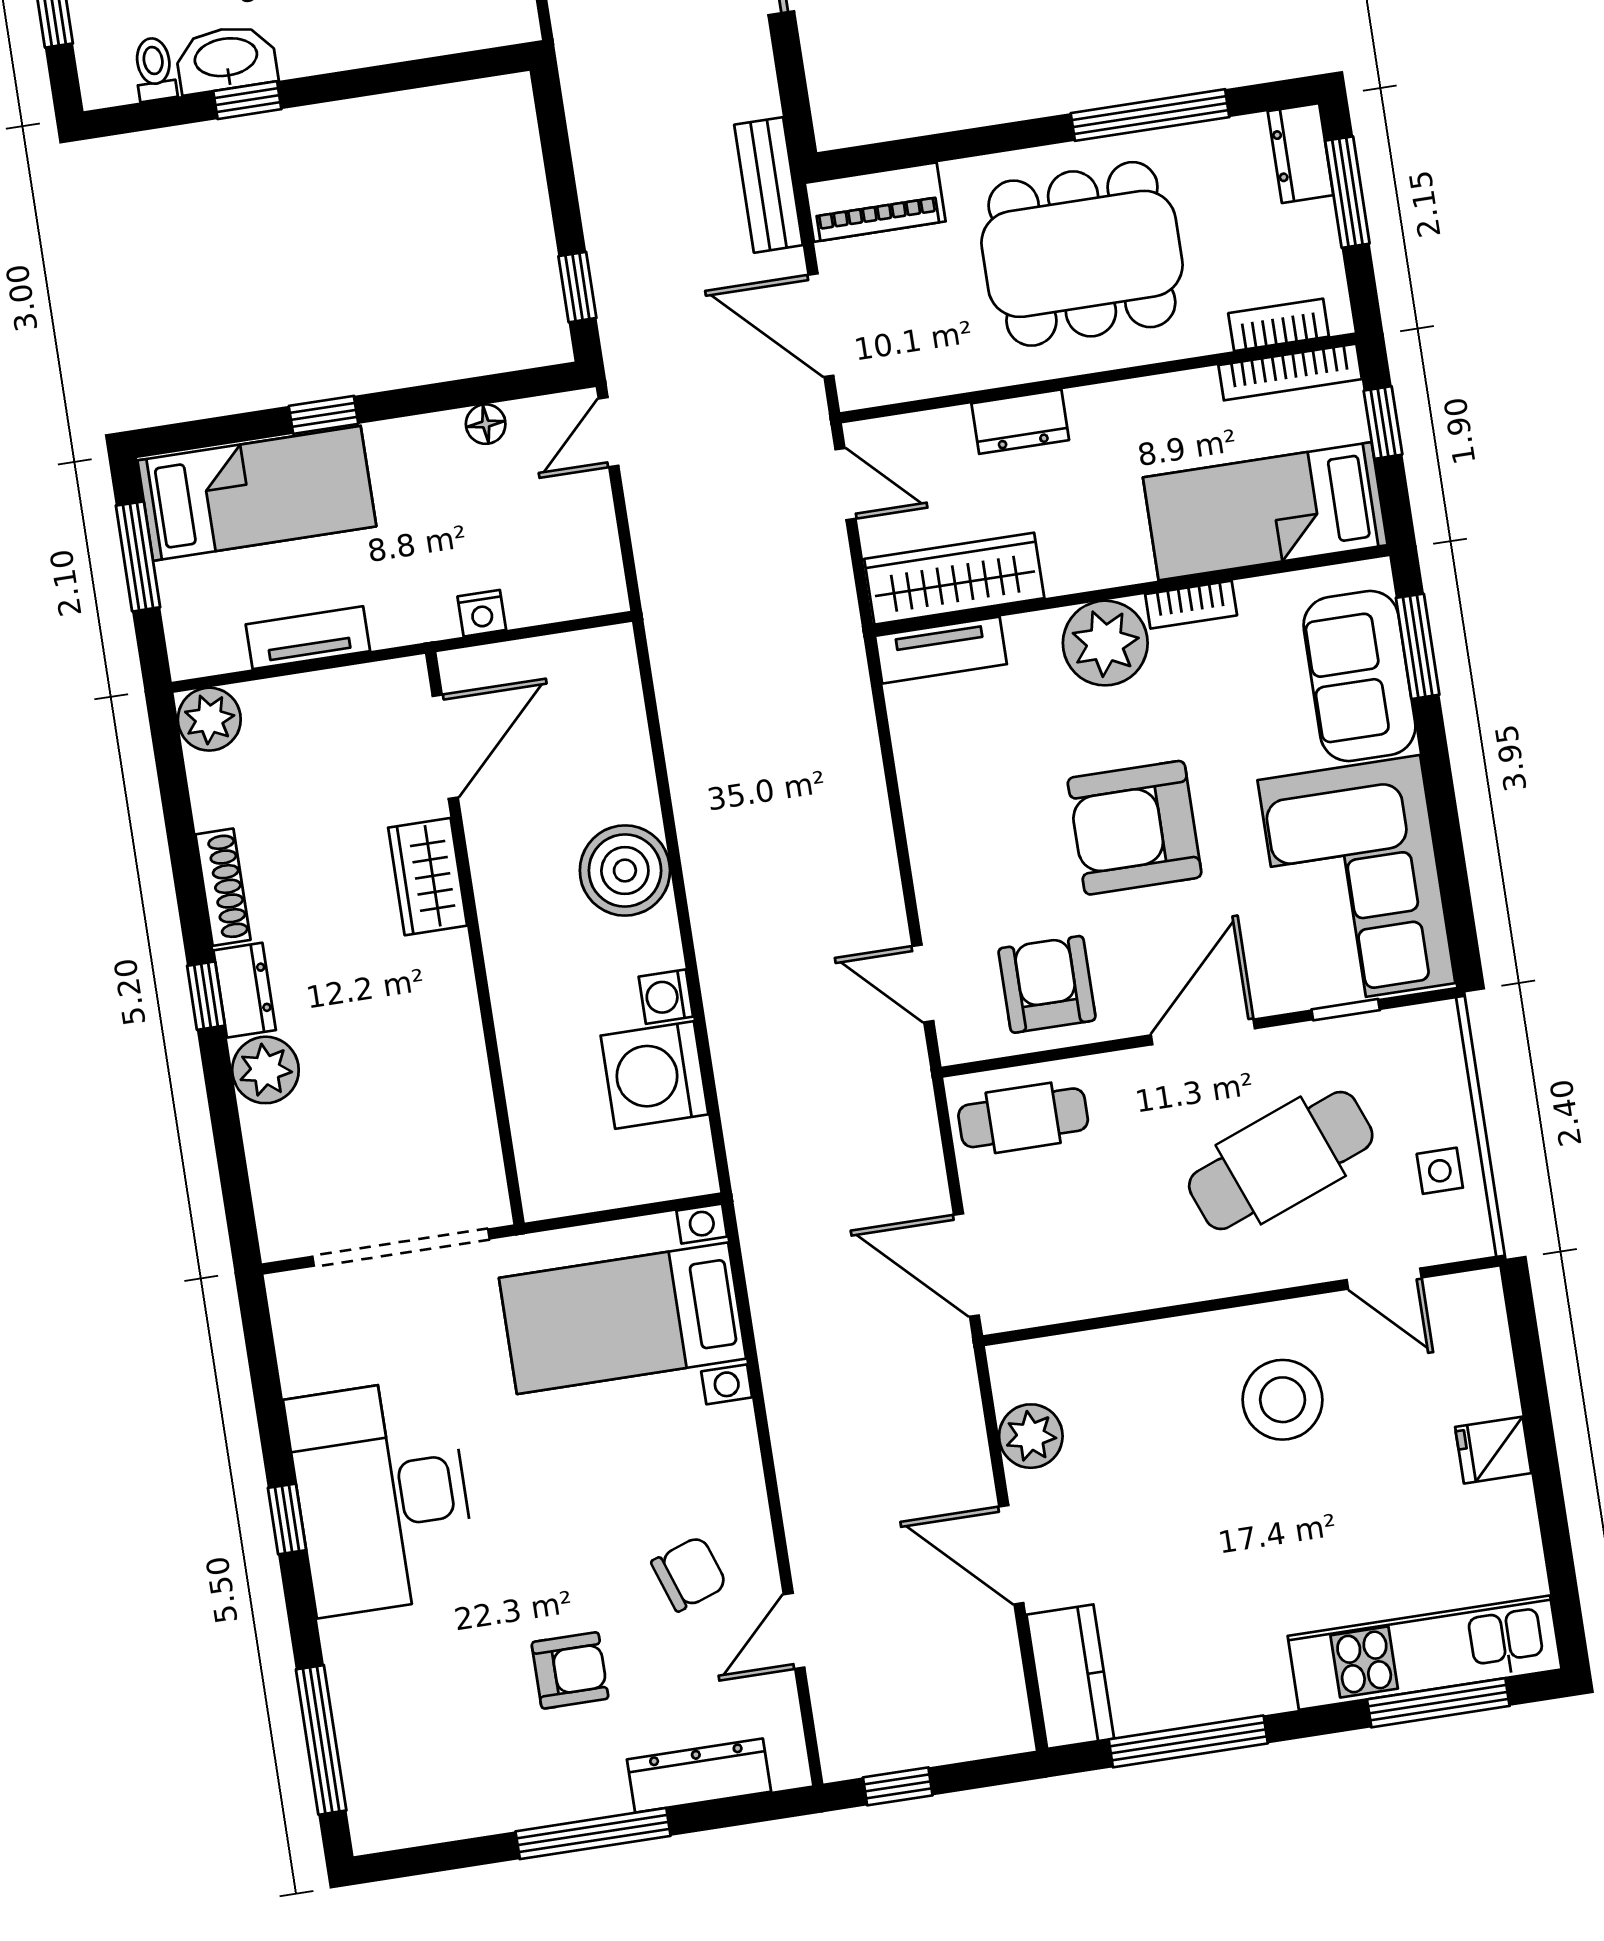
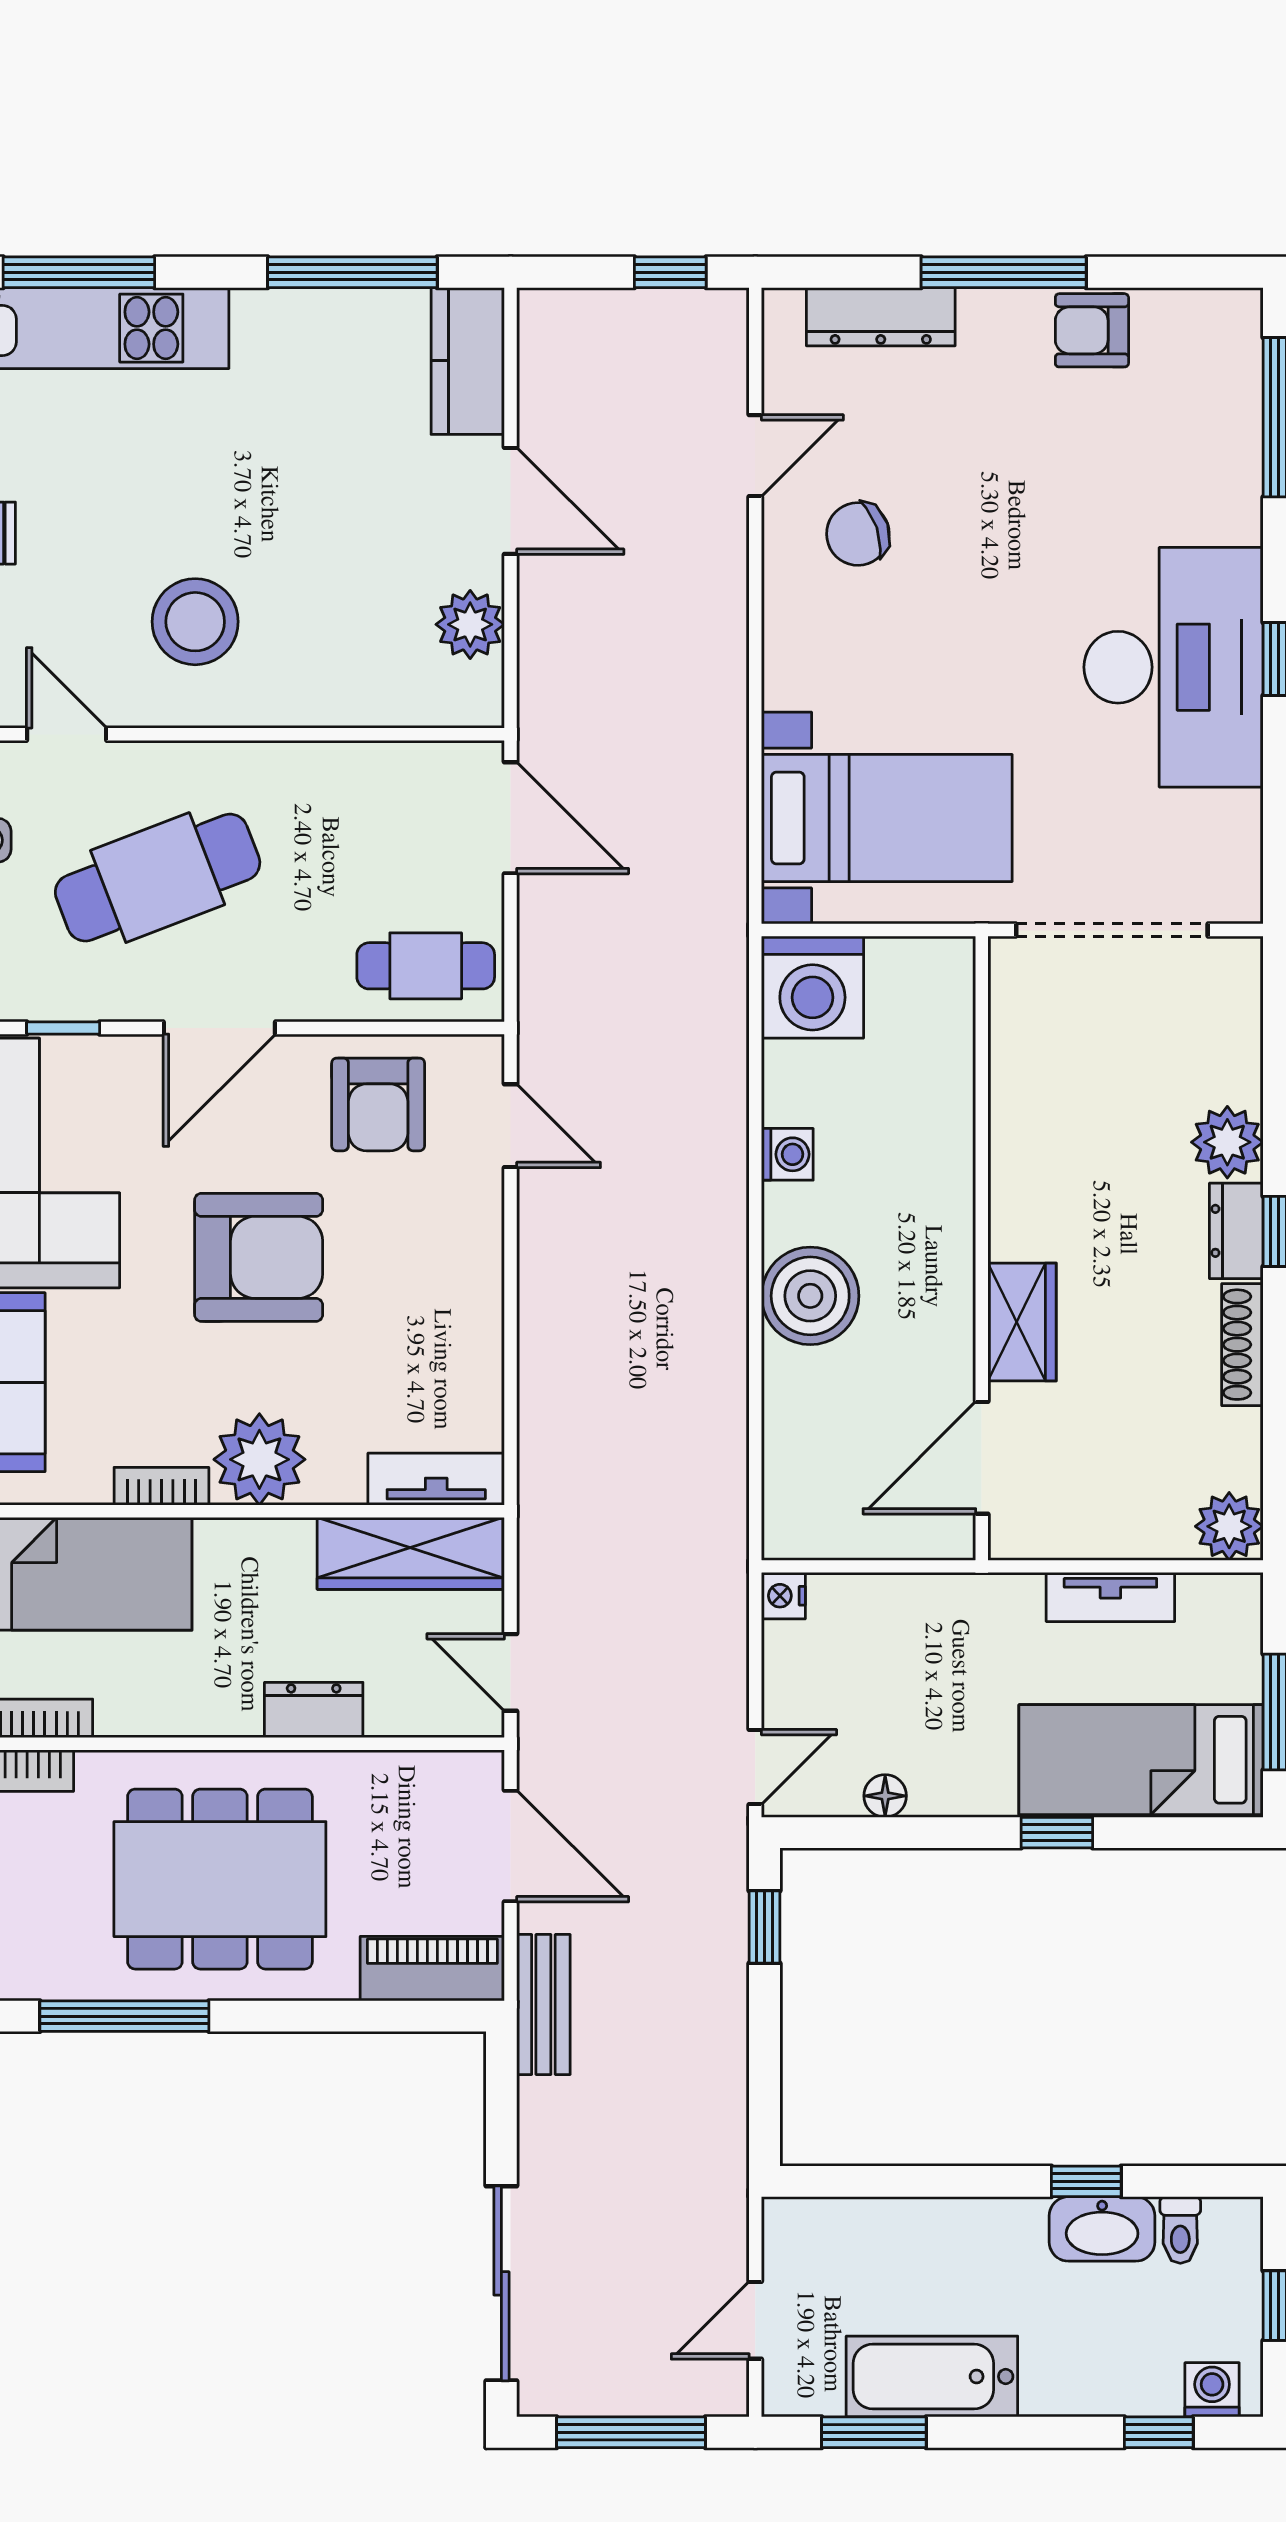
nightstand: (482, 613) -> (783, 1596), moved, turned -90
washing machine: (654, 1075) -> (812, 987), moved, turned 90
armchair: (570, 1670) -> (1092, 330), moved

